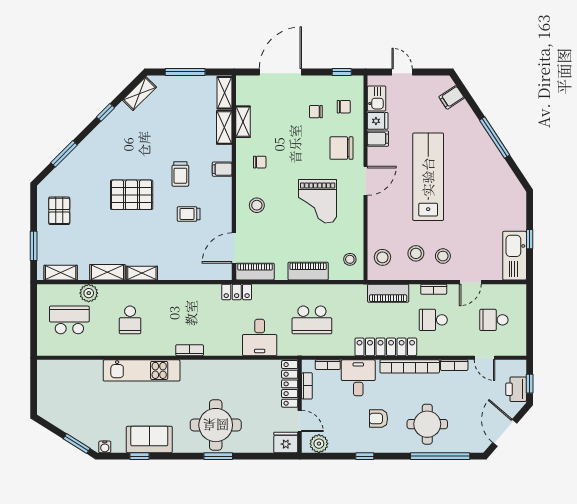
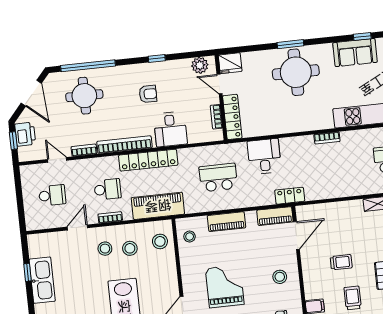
kitchen sink: (515, 256) -> (42, 280), moved
piano: (388, 293) -> (158, 206), width x1.37, depth x1.33
bookcase: (328, 365) -> (199, 138), removed
round table: (427, 424) -> (84, 96), moved

